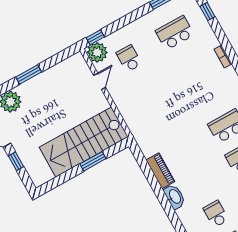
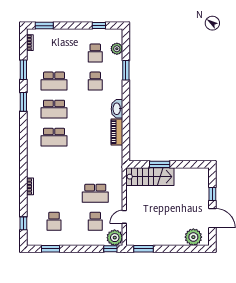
school desk: (175, 33) -> (54, 221), width x0.54
window: (29, 75) -> (144, 249), moved
school desk: (146, 90) -> (95, 193), added
stairs: (84, 142) -> (150, 177), width x0.73, depth x0.66

